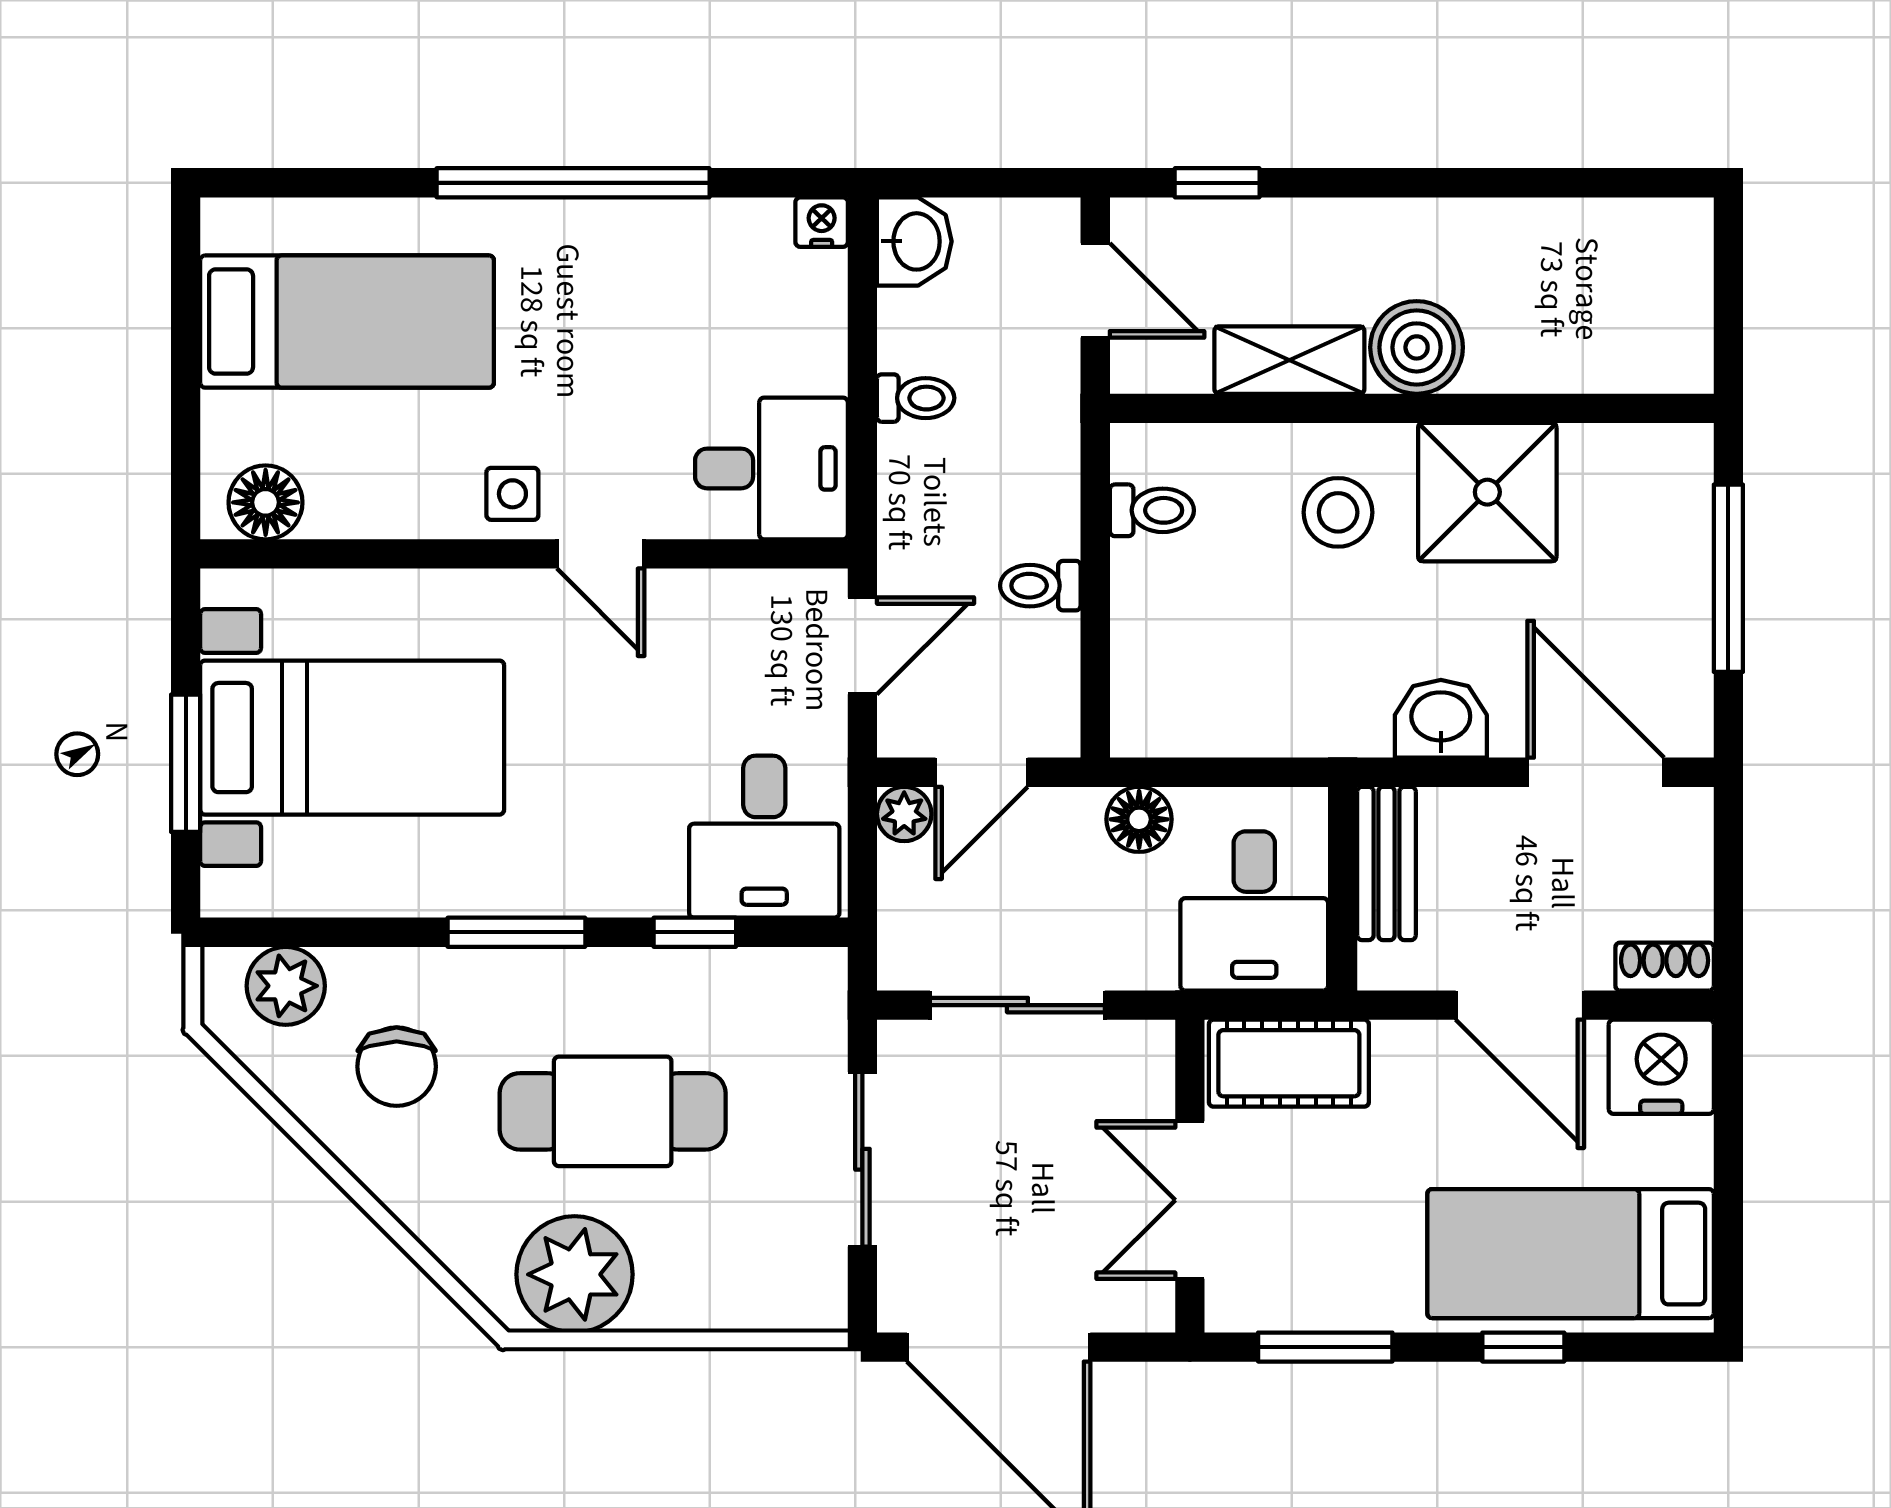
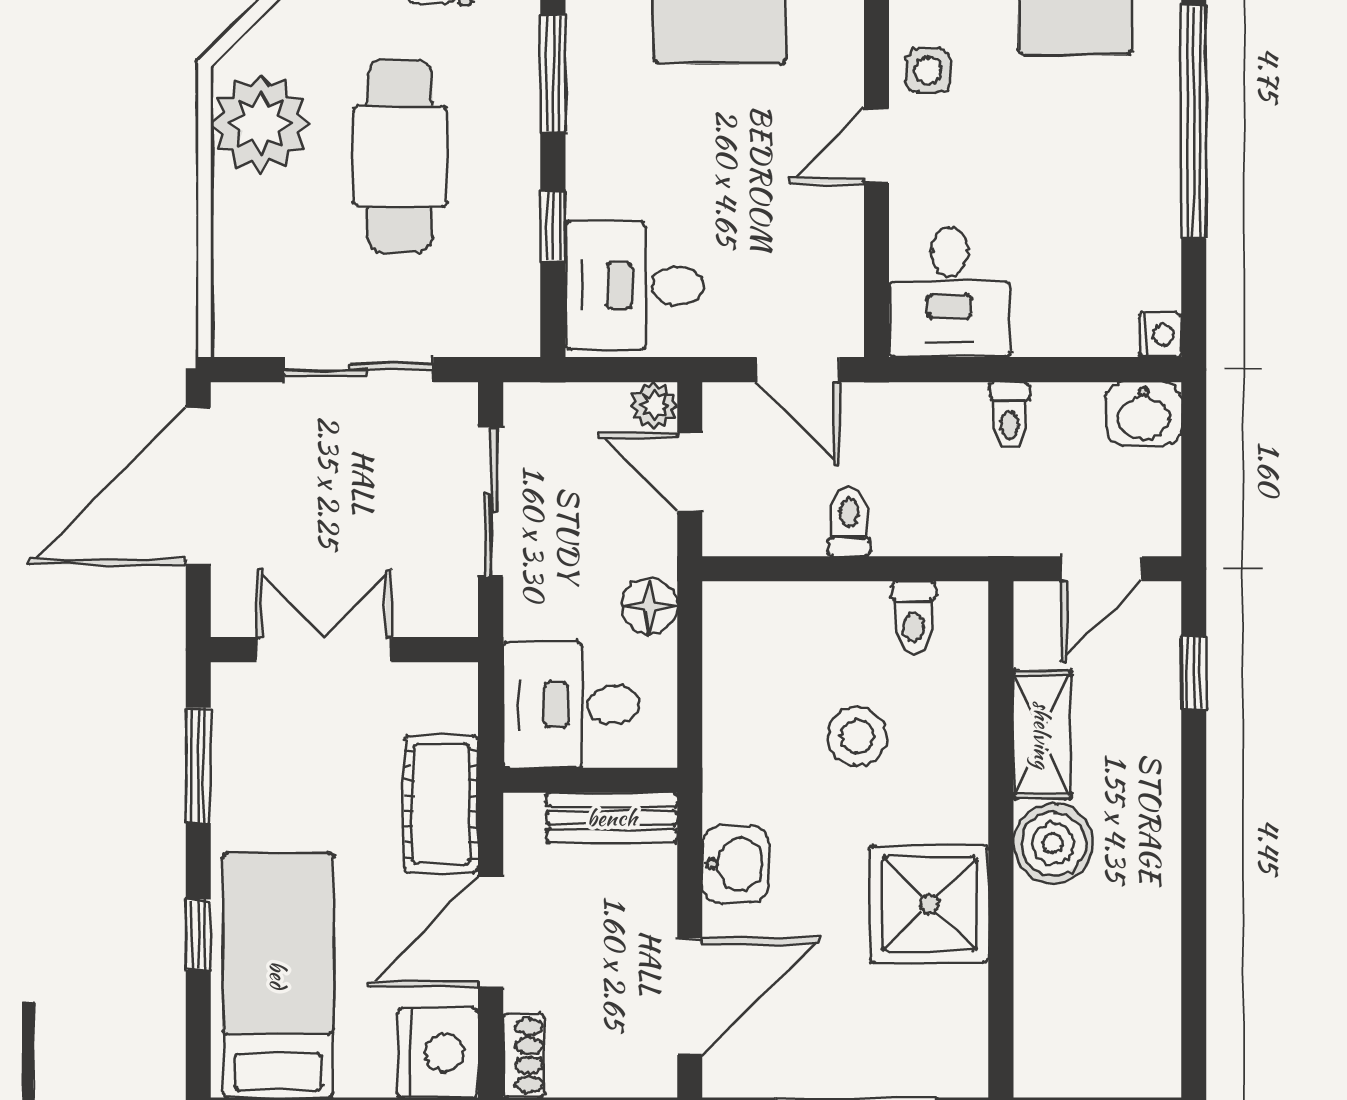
stool: (1338, 512) -> (857, 736), moved
cot: (1289, 1063) -> (441, 804), moved

